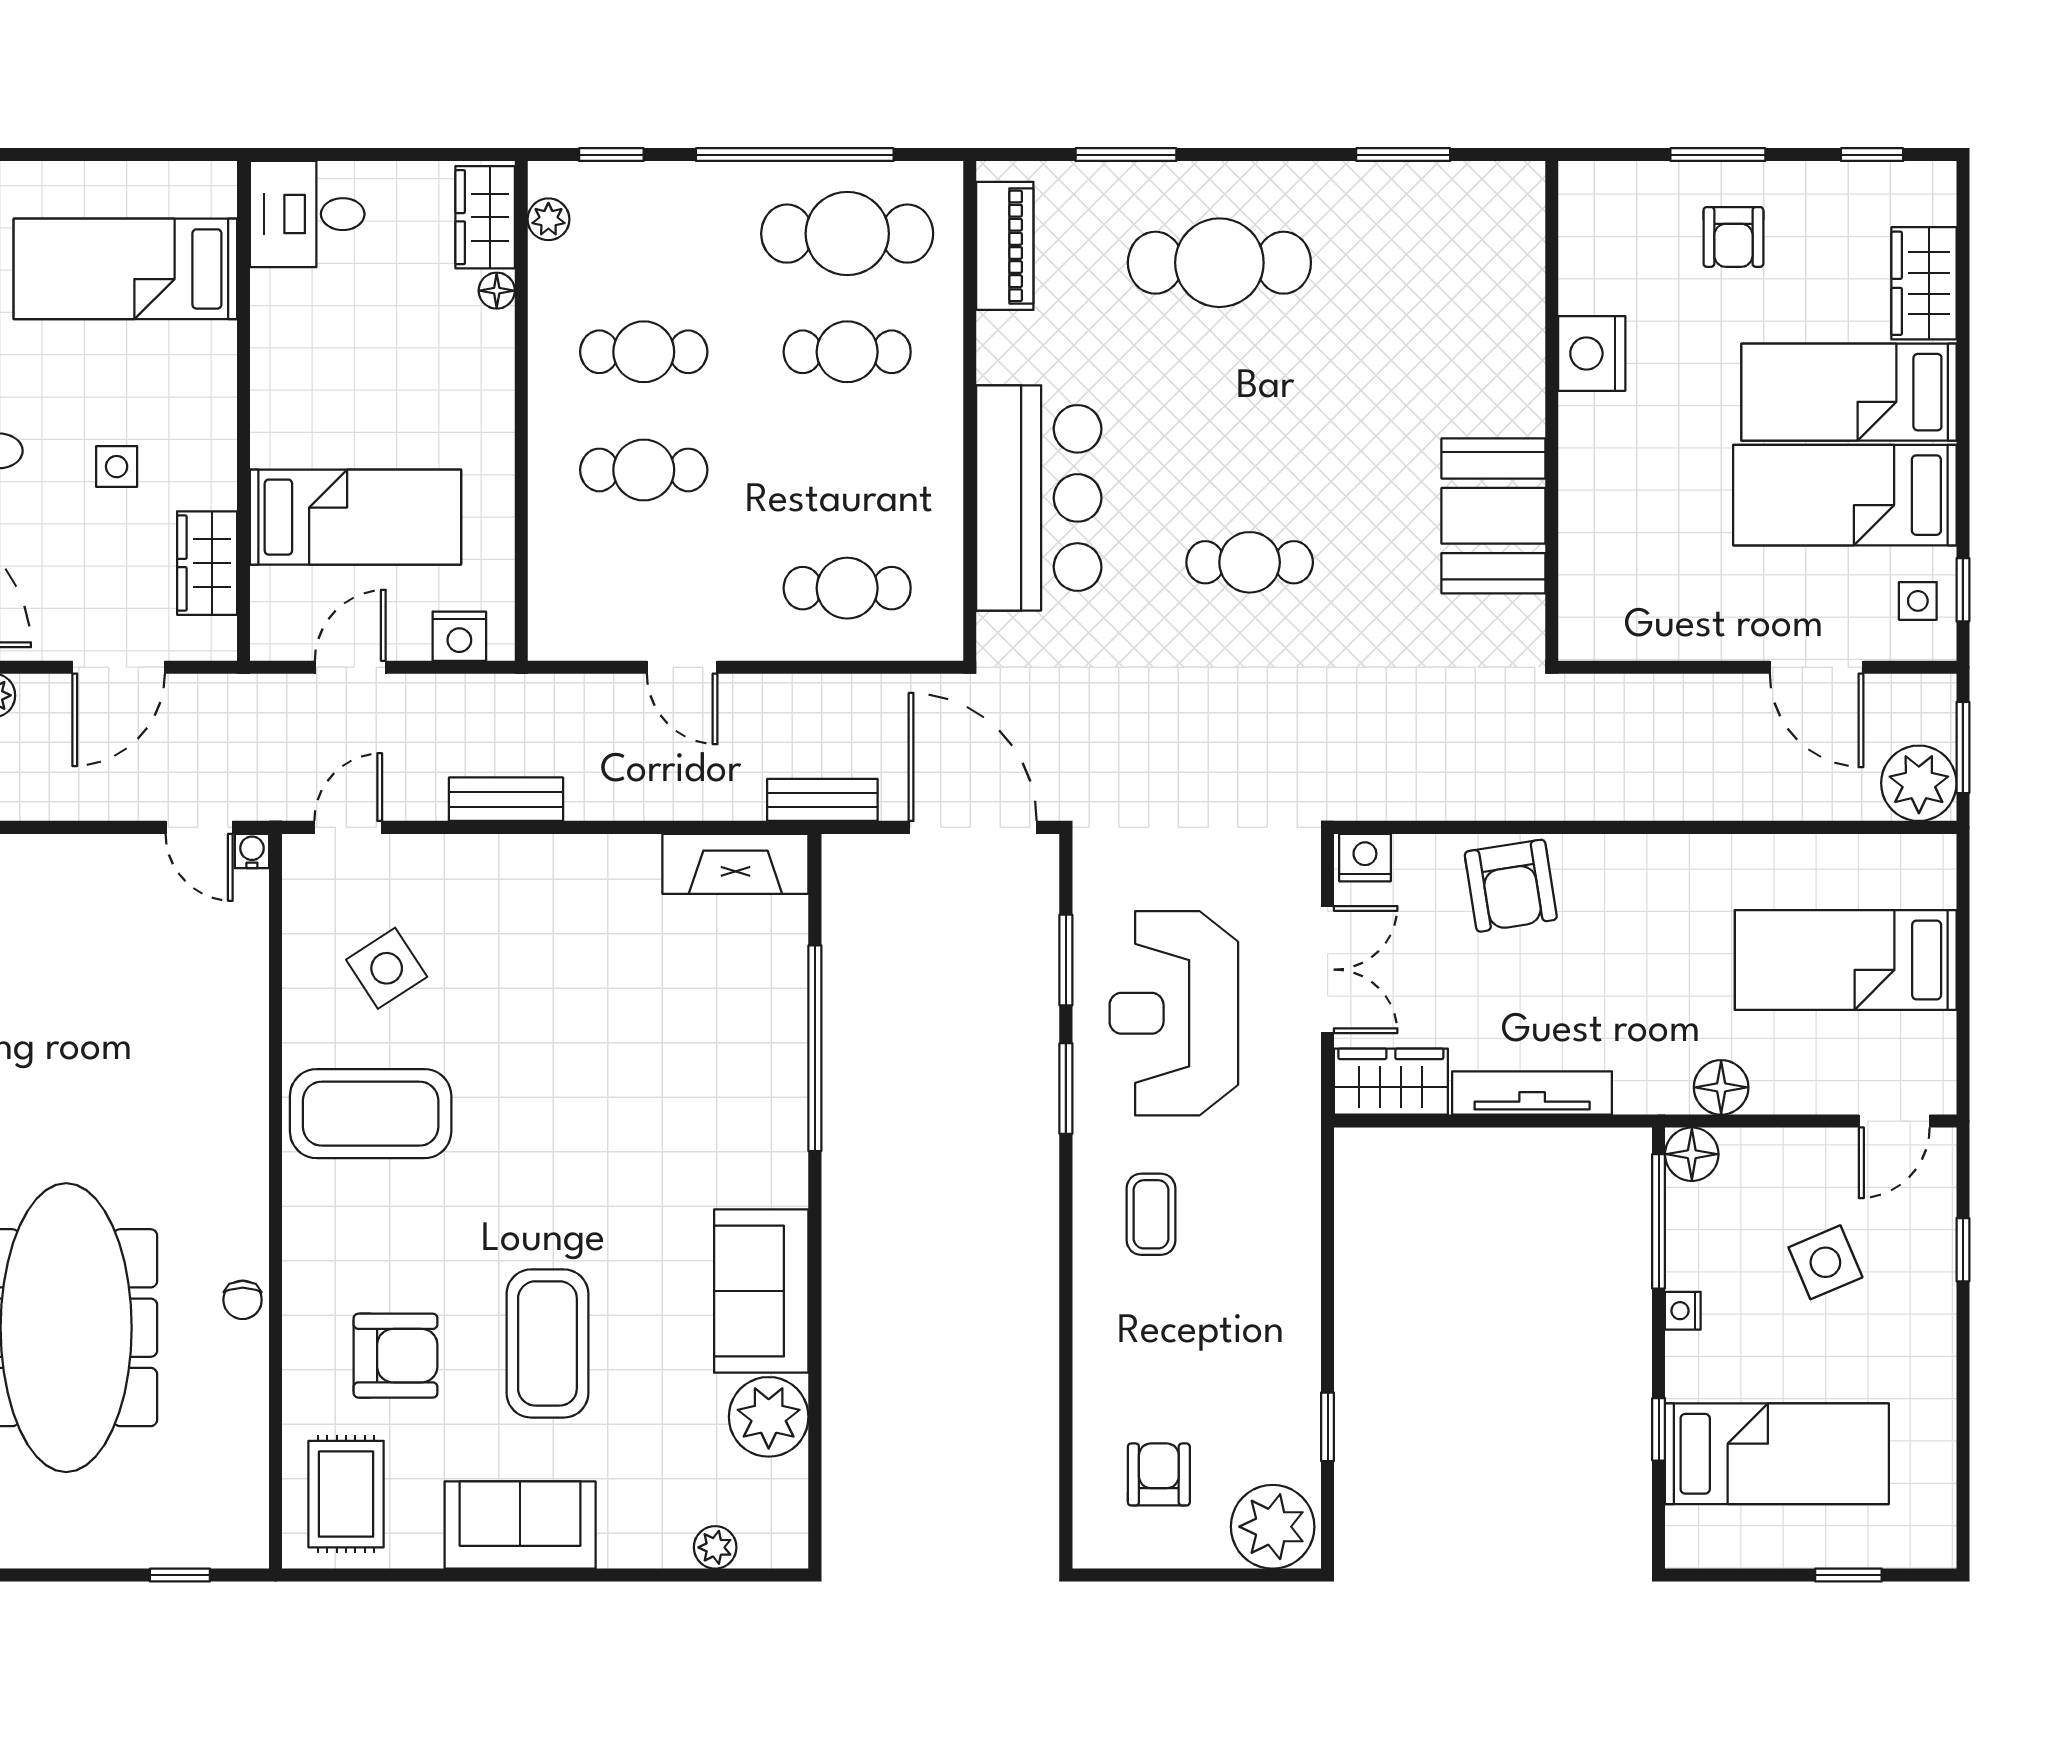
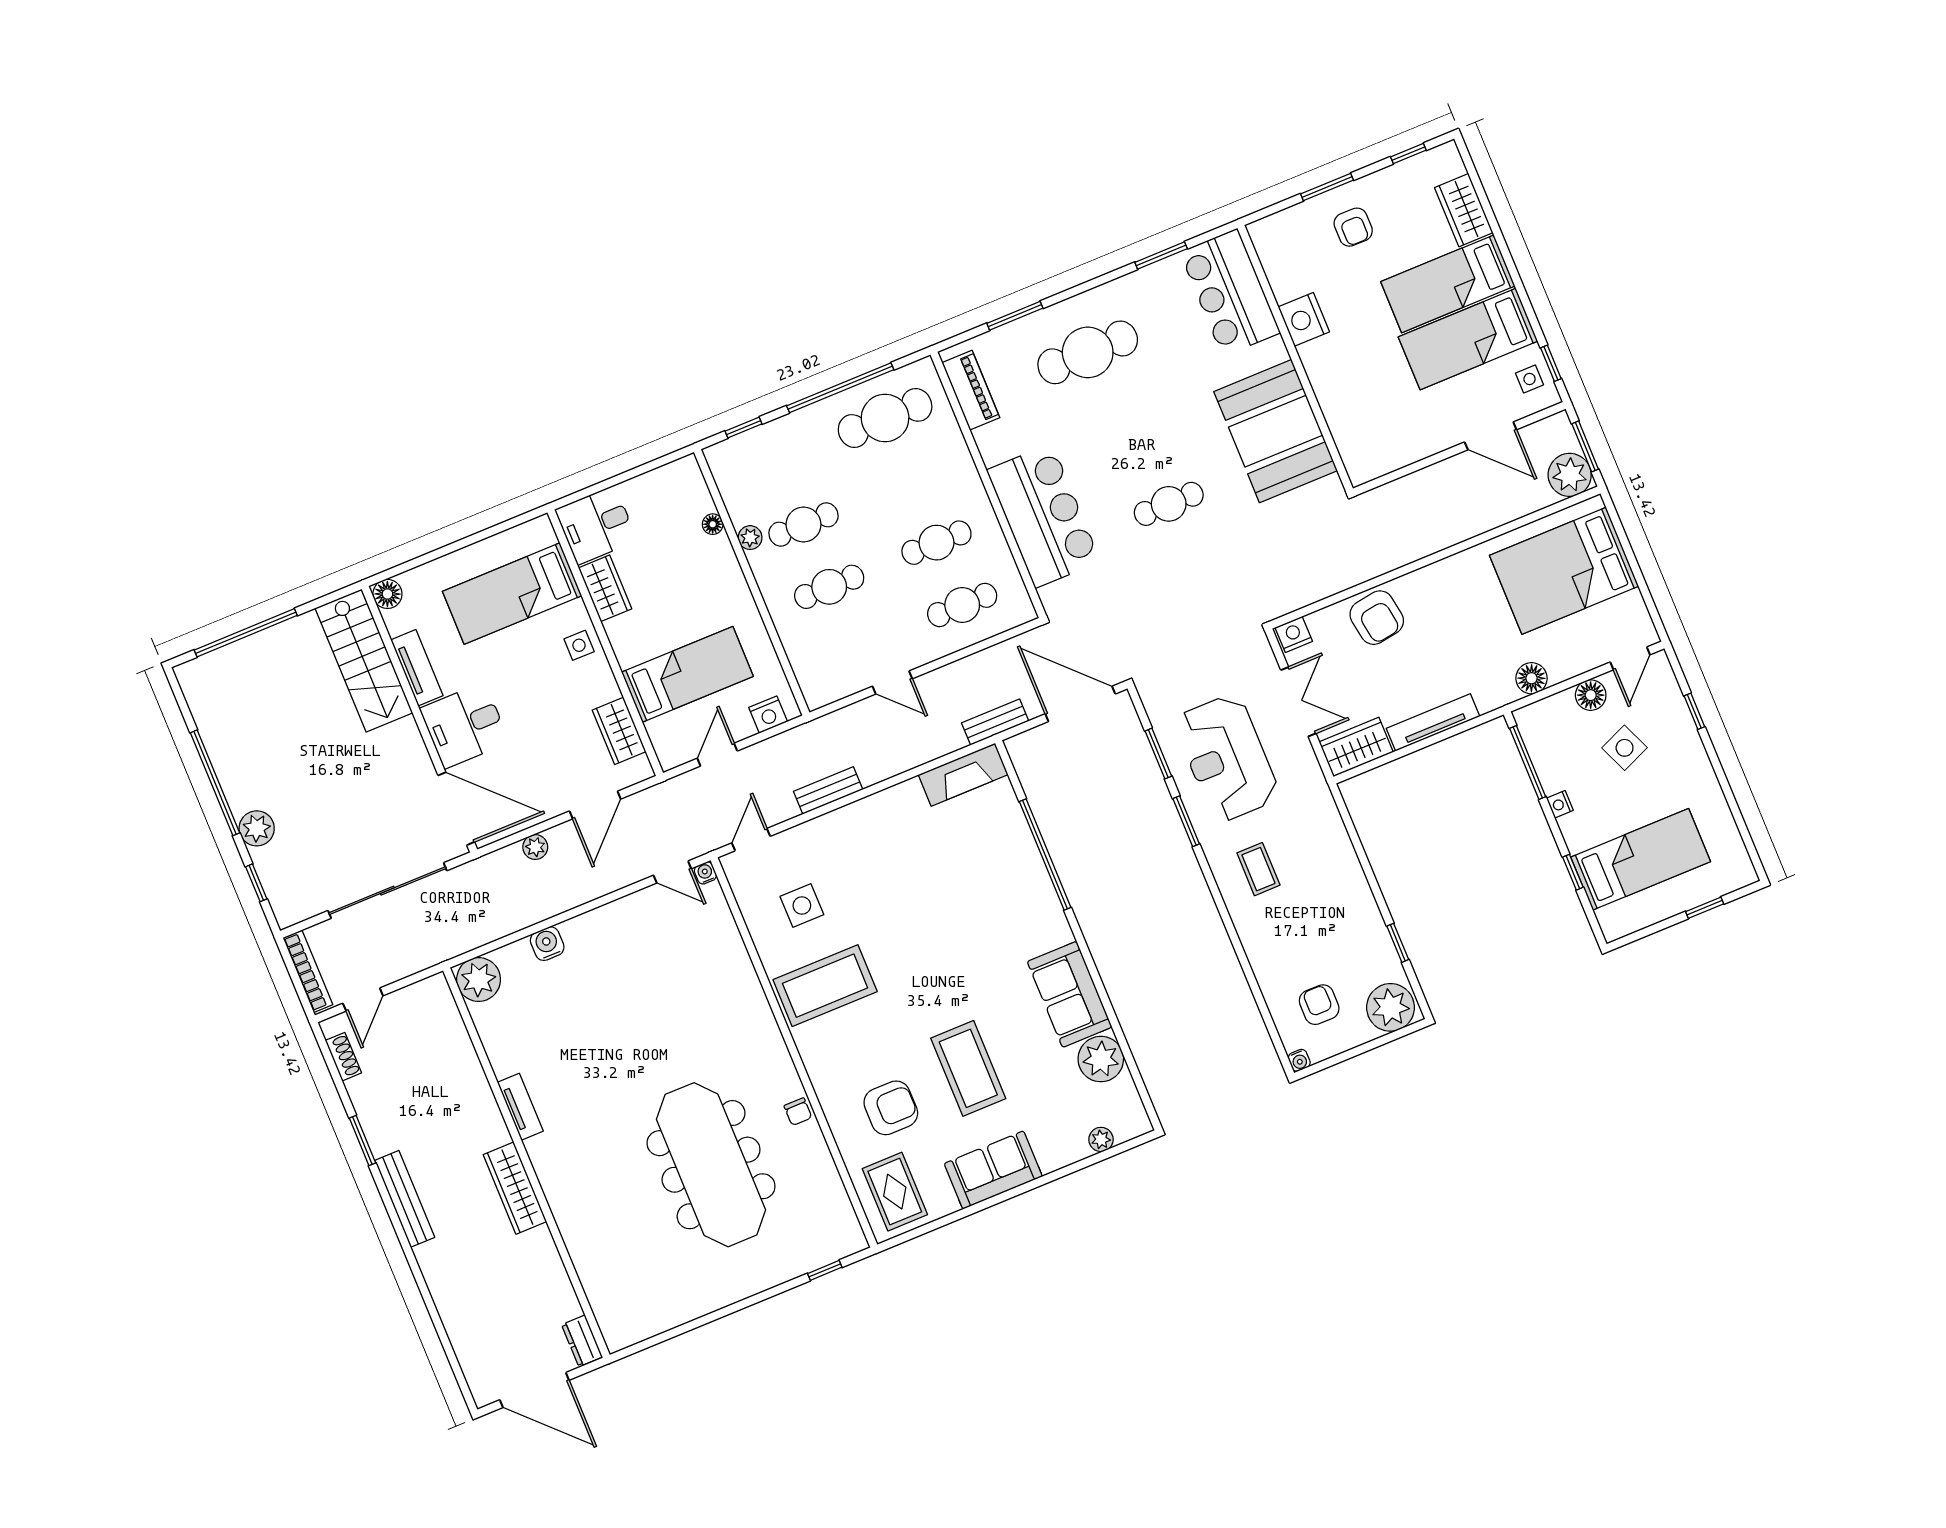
wardrobe: (485, 217) -> (605, 588), moved, turned 180
plant: (548, 219) -> (750, 538), moved
bar counter: (1490, 260) -> (1230, 292), added
cafe table: (847, 352) -> (936, 543), moved
side table: (117, 467) -> (579, 645), moved
booth: (1493, 516) -> (1276, 431), width x1.36, depth x1.42
bed: (1846, 960) -> (1564, 571), width x1.50
side table: (387, 968) -> (802, 906), turned 33
floor lamp: (1692, 1154) -> (1591, 695), moved
water cooler: (1089, 1552) -> (1299, 1060), added

